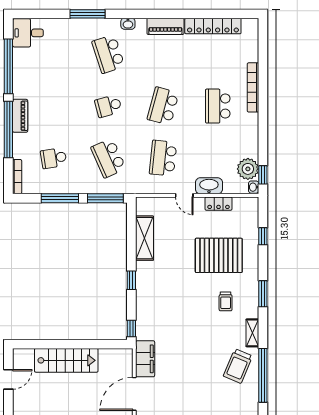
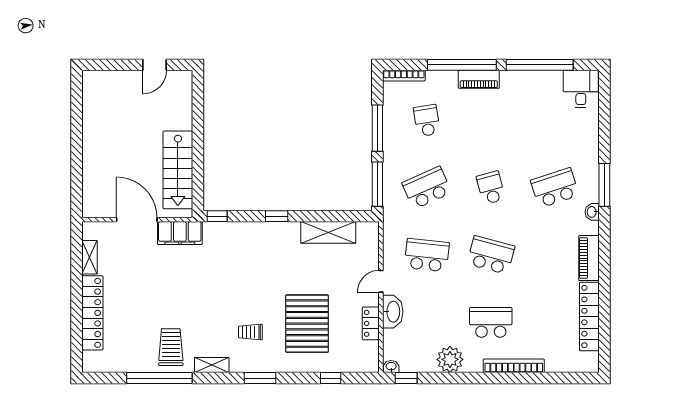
window: (88, 14) -> (604, 185), moved
plant: (248, 169) -> (450, 359), moved
stairs: (66, 360) -> (178, 170), moved
trolley: (238, 366) -> (171, 347), turned 67
door: (8, 379) -> (155, 65), hinge flipped

